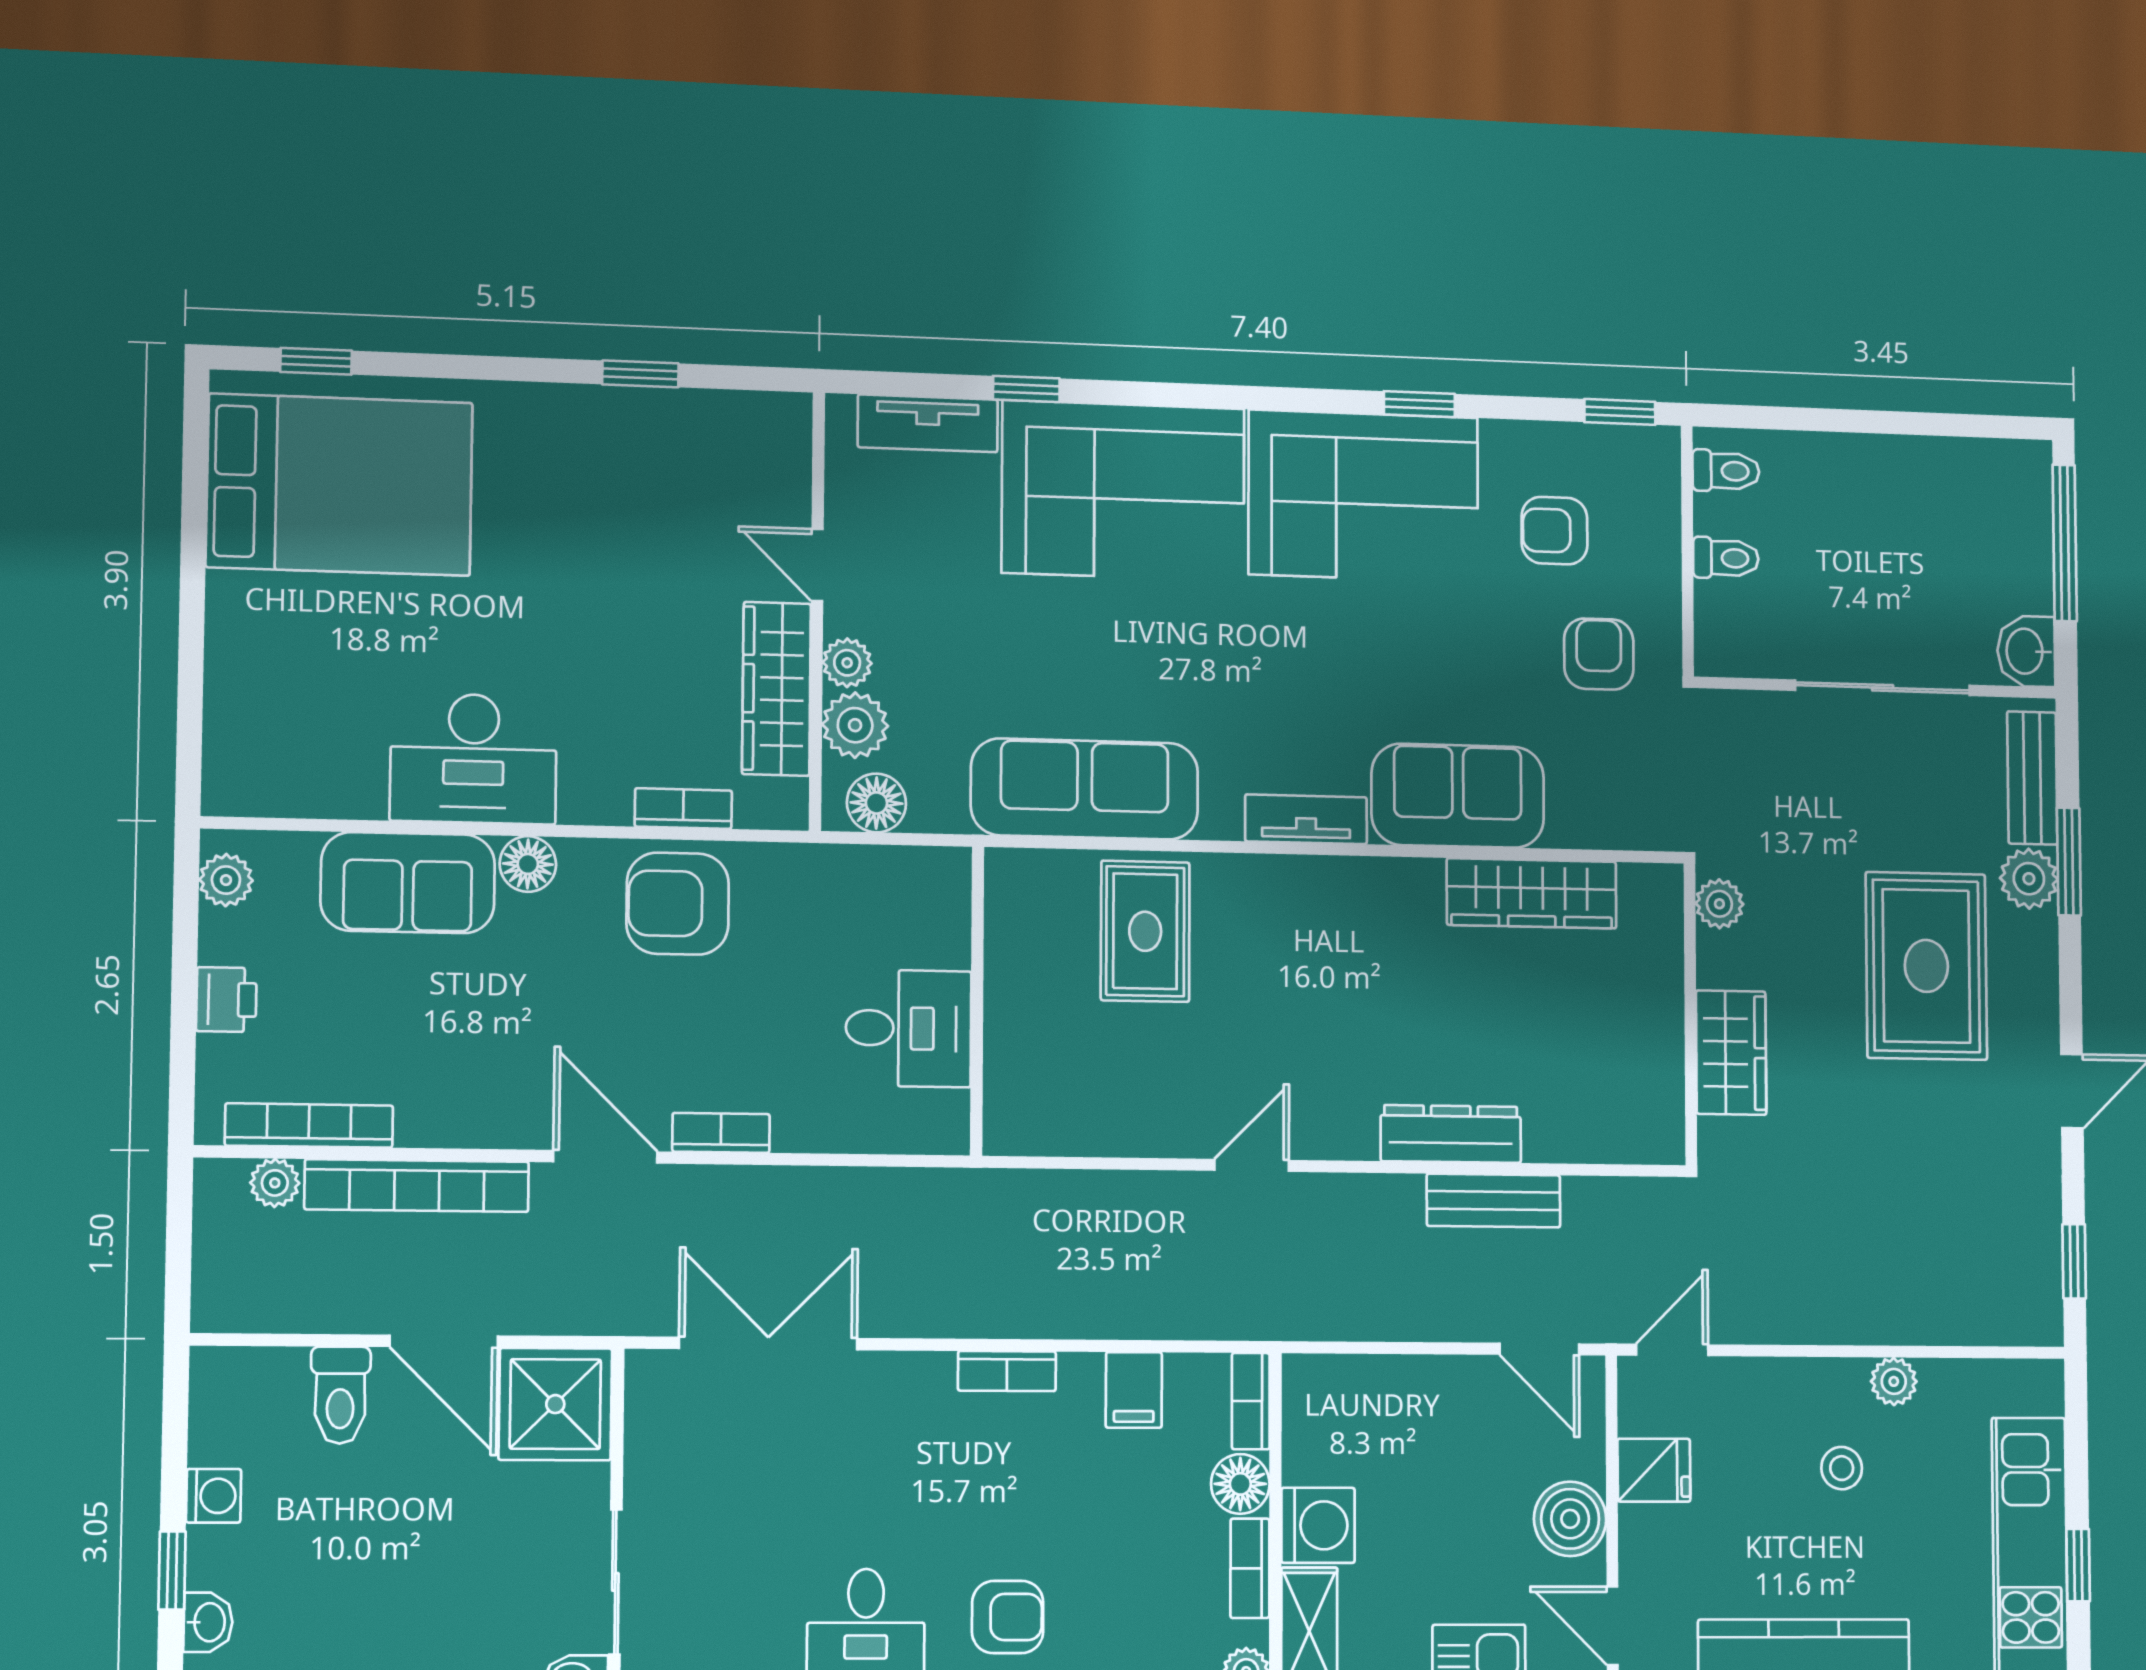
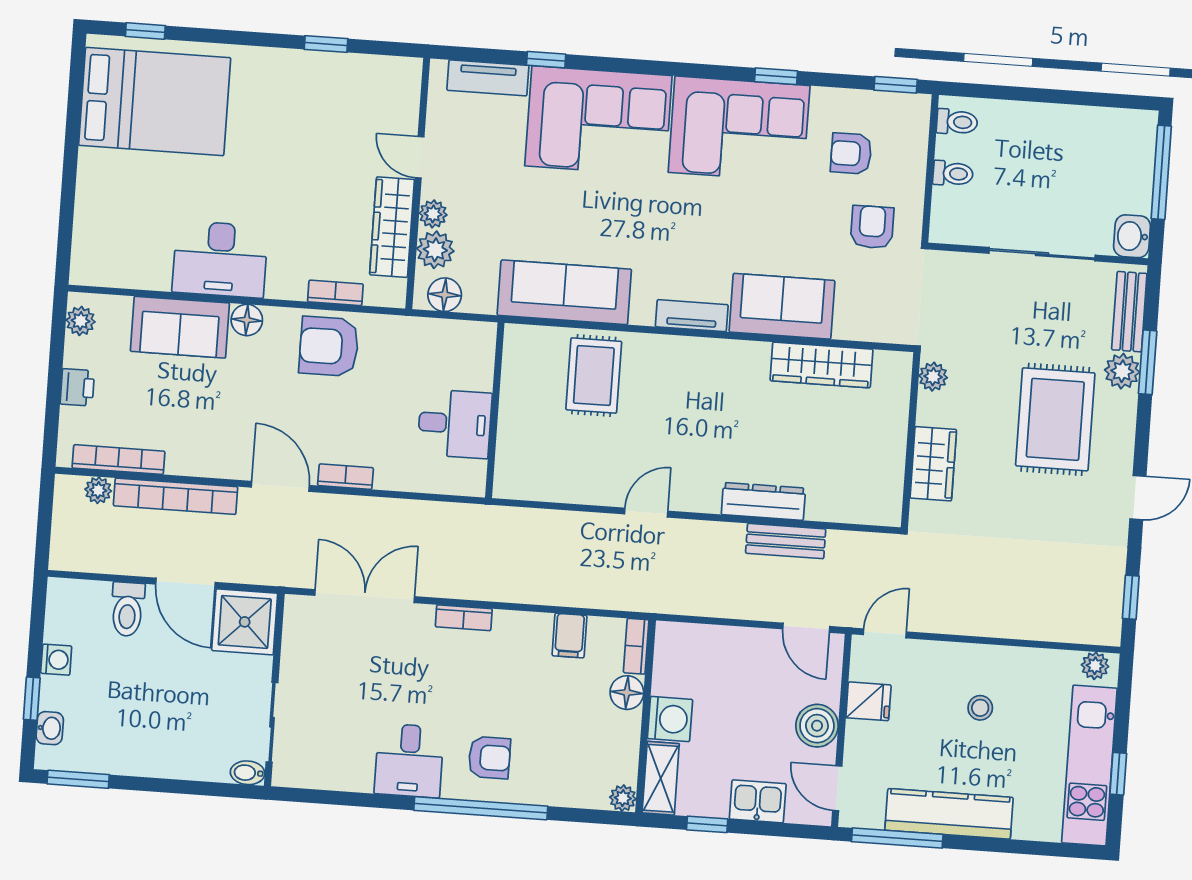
bookcase: (1007, 1371) -> (464, 618), moved
plant: (1894, 1381) -> (1095, 666), moved
bookcase: (1250, 1568) -> (629, 740), removed

